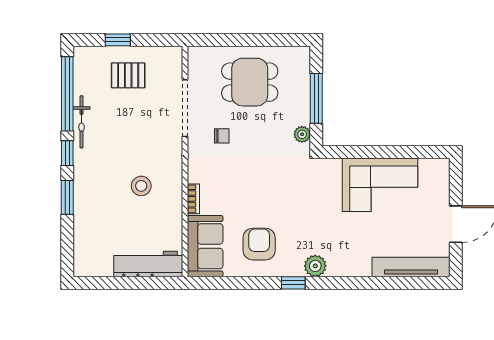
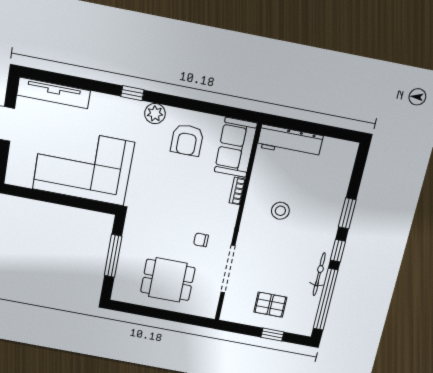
plant: (302, 134) -> (131, 228), removed
corner sofa: (380, 185) -> (83, 166), width x1.36, depth x1.36
plant: (315, 266) -> (155, 114), moved
window: (293, 283) -> (132, 93), moved

